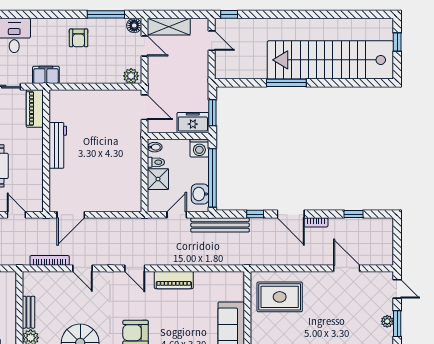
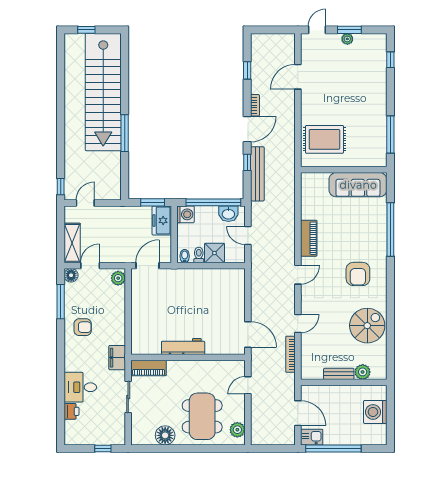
bench: (220, 225) -> (257, 174), moved
rug: (280, 297) -> (324, 139), turned 90

